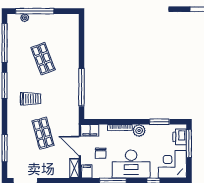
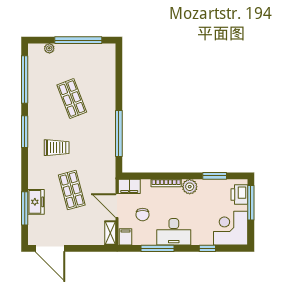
window: (35, 11) -> (78, 40), moved
freezer: (14, 143) -> (36, 202), added
desk: (131, 164) -> (174, 232), width x0.73, depth x0.77

